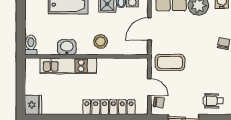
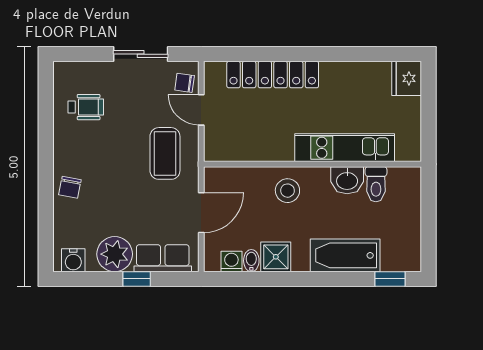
toilet: (31, 45) -> (376, 184), moved
coffee table: (170, 62) -> (165, 153), turned 90
wheelchair: (213, 101) -> (86, 107), moved

